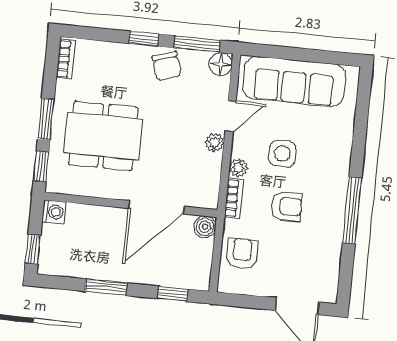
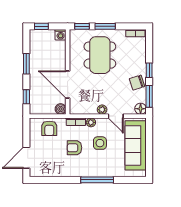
armchair: (287, 206) -> (75, 148), turned 90
window: (352, 210) -> (97, 180), moved
armchair: (242, 254) -> (49, 128), turned 90

